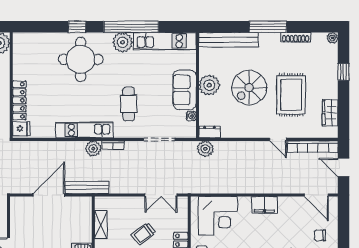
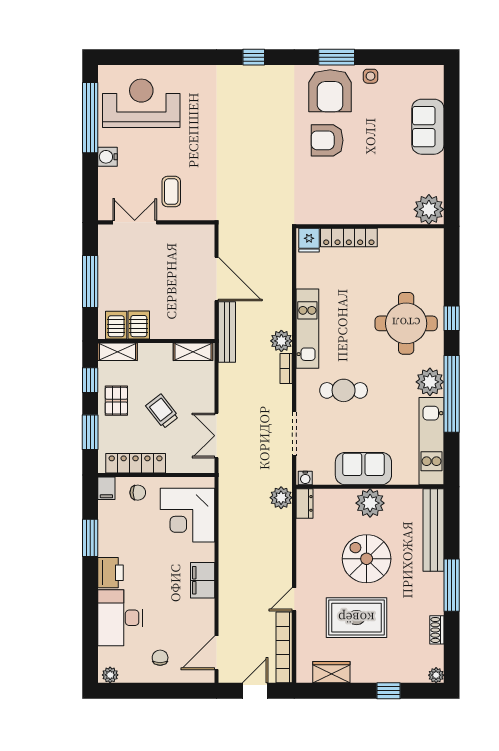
shoe rack: (296, 37) -> (437, 630), width x0.70
water cooler: (191, 116) -> (305, 478), moved
shelving: (101, 225) -> (193, 352), moved

